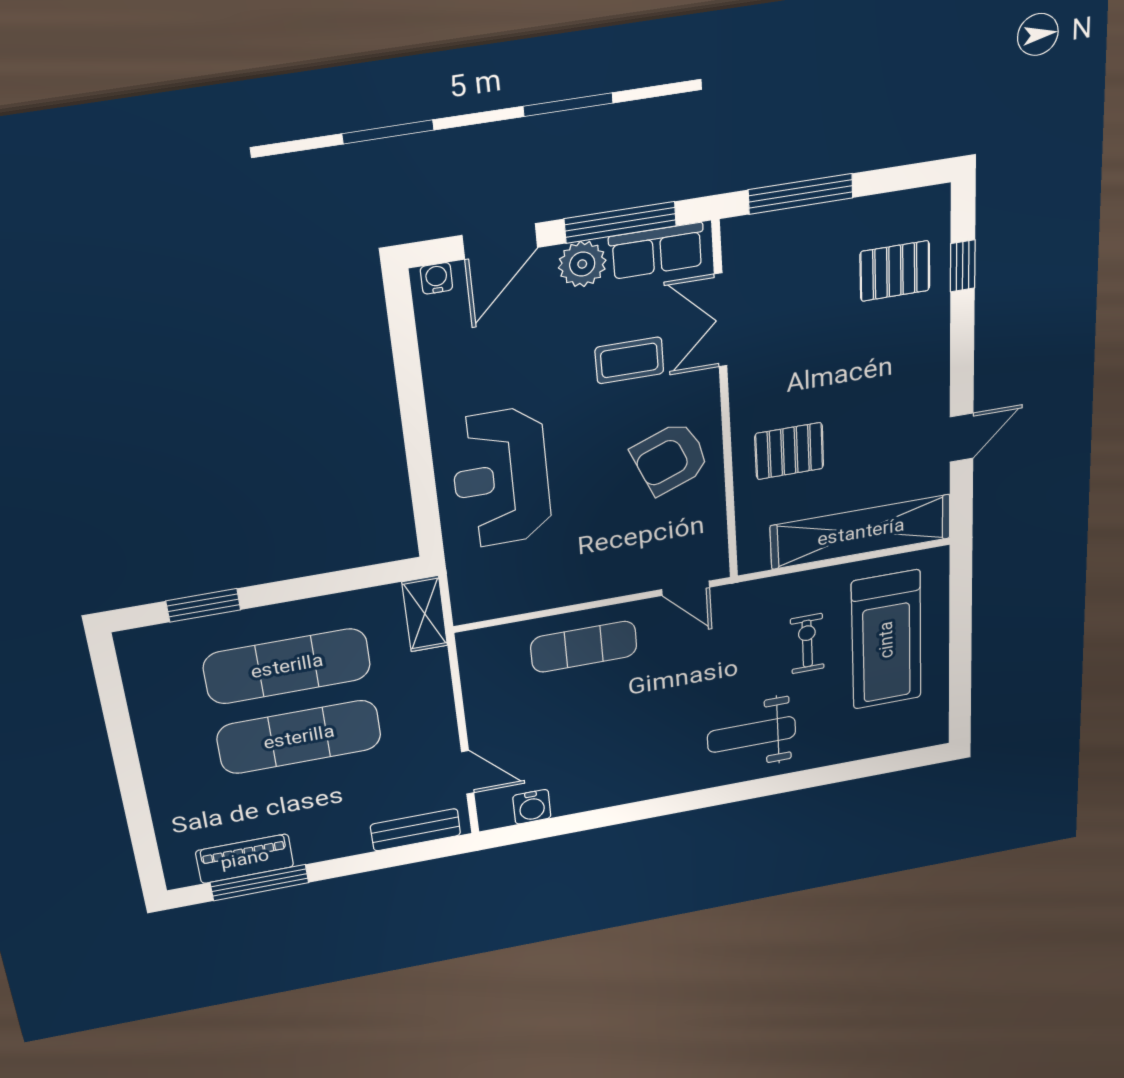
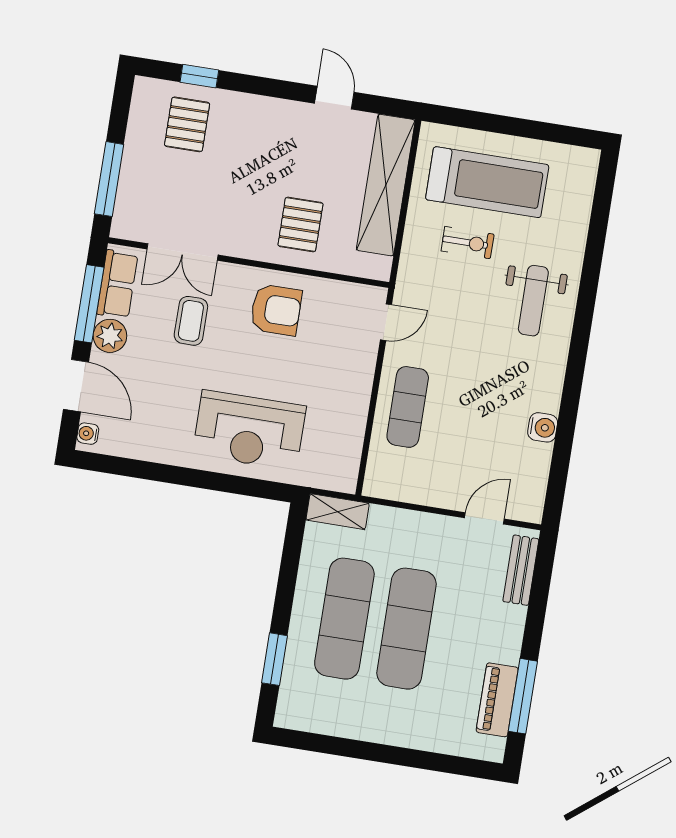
armchair: (670, 458) -> (276, 310), turned -68
exercise bike: (807, 644) -> (468, 243), turned 180
water cooler: (532, 807) -> (543, 427), moved

